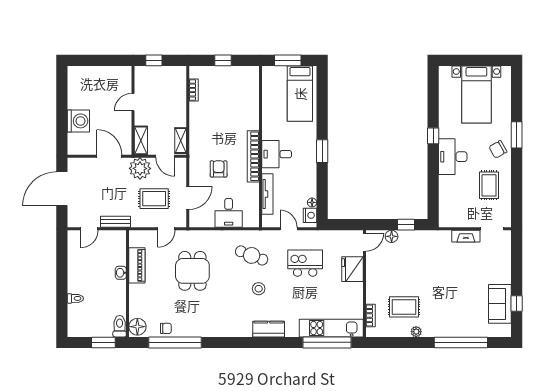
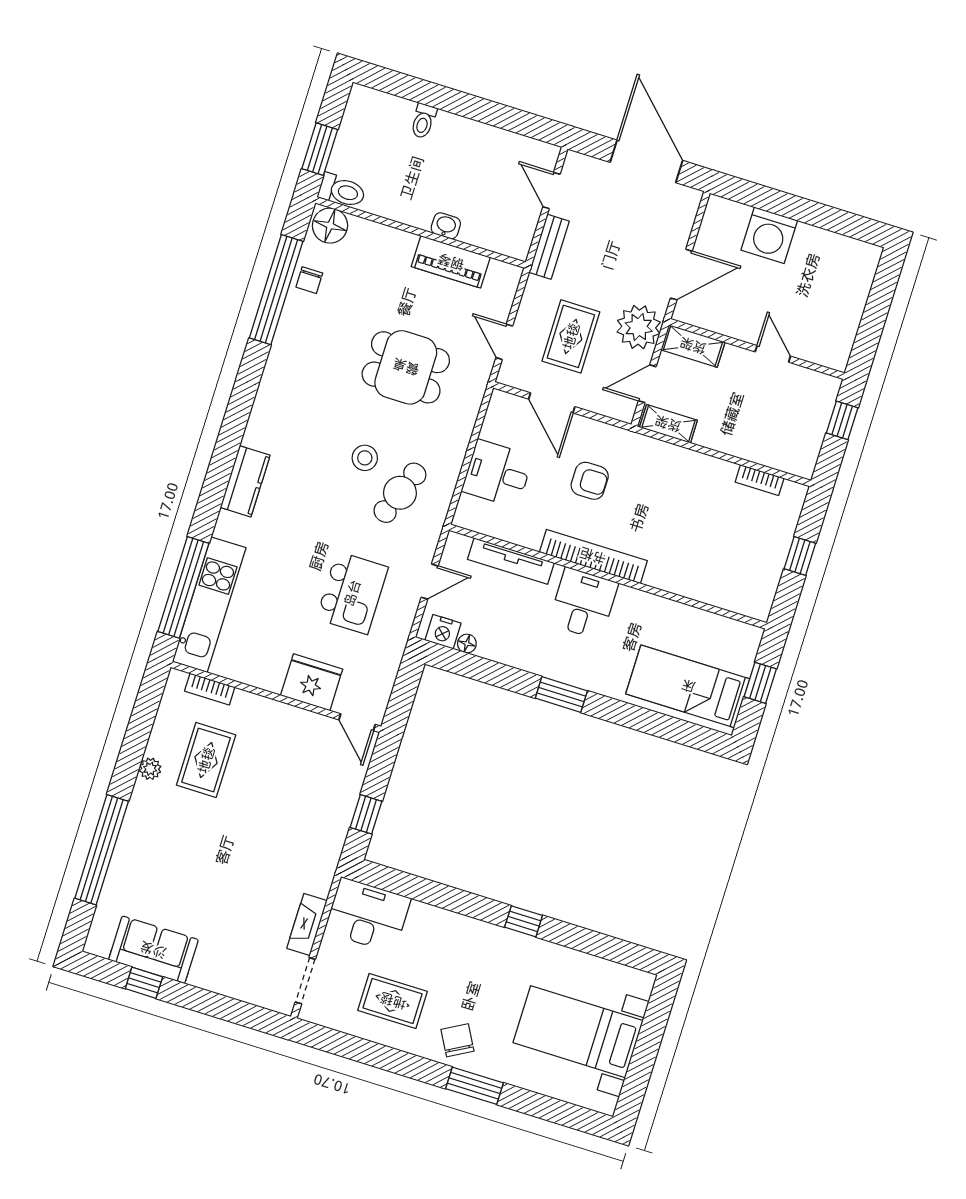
window: (288, 60) -> (760, 683), width x0.67
desk: (453, 157) -> (368, 915), moved
floor lamp: (392, 236) -> (352, 779), removed
stool: (259, 289) -> (365, 458), moved

